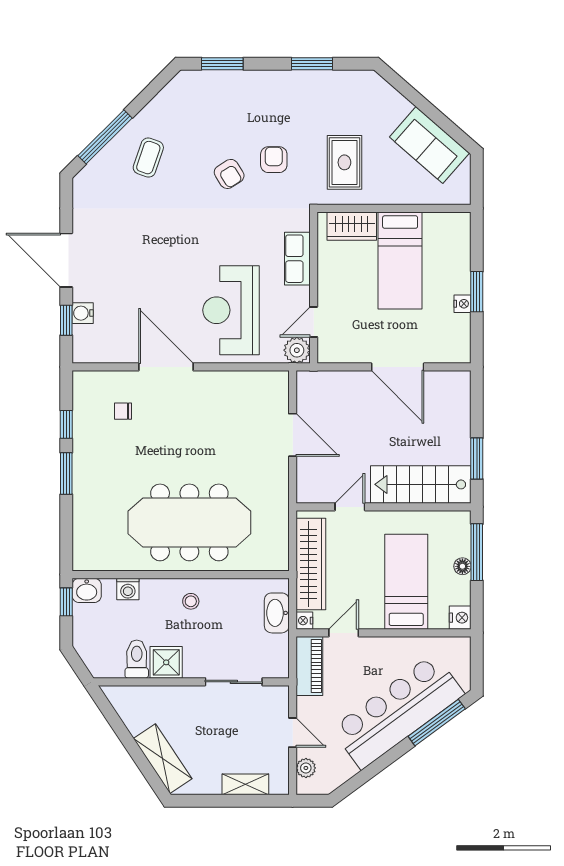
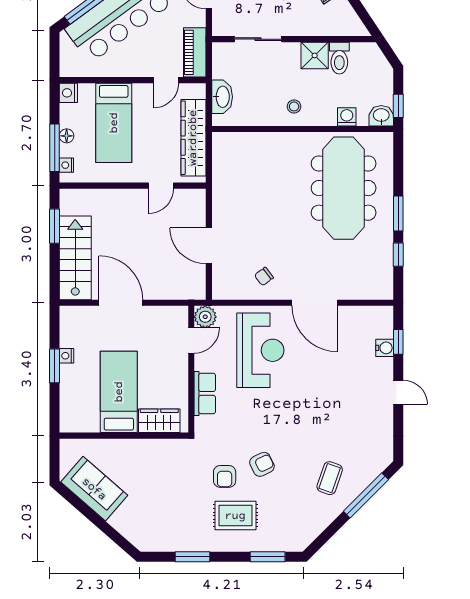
rug: (344, 162) -> (235, 516), moved, turned 90
armchair: (229, 174) -> (262, 464), turned 96
door: (66, 260) -> (398, 392), width x0.53
chair: (123, 411) -> (264, 276), moved, turned 143
stairs: (421, 484) -> (75, 258), moved, turned -90
meeting table: (189, 522) -> (344, 188), moved, turned 90
nightstand: (304, 621) -> (66, 165), moved, turned 180

